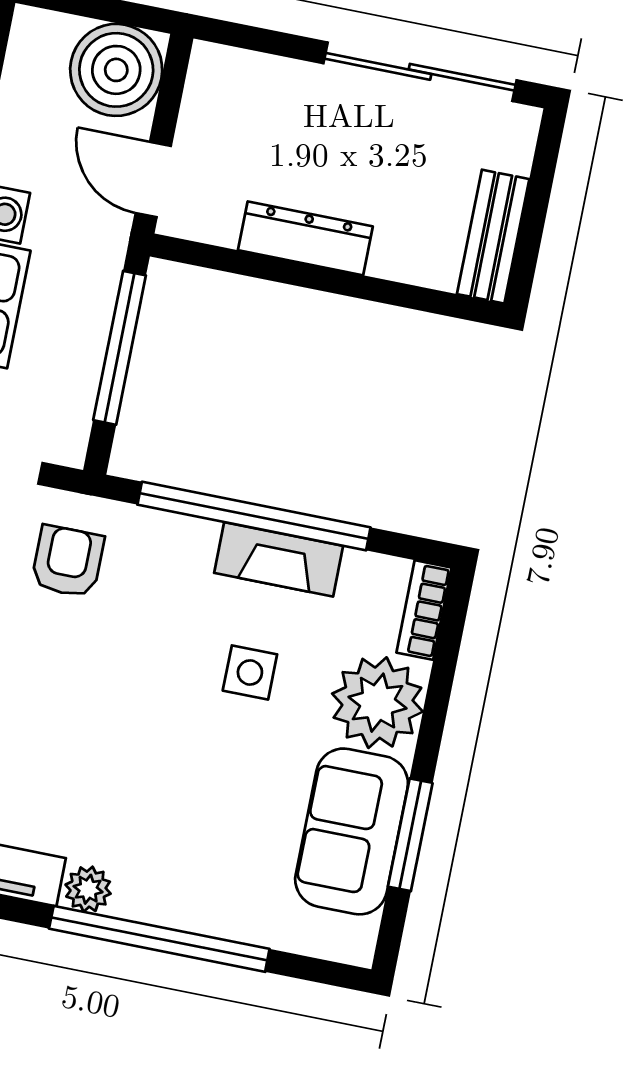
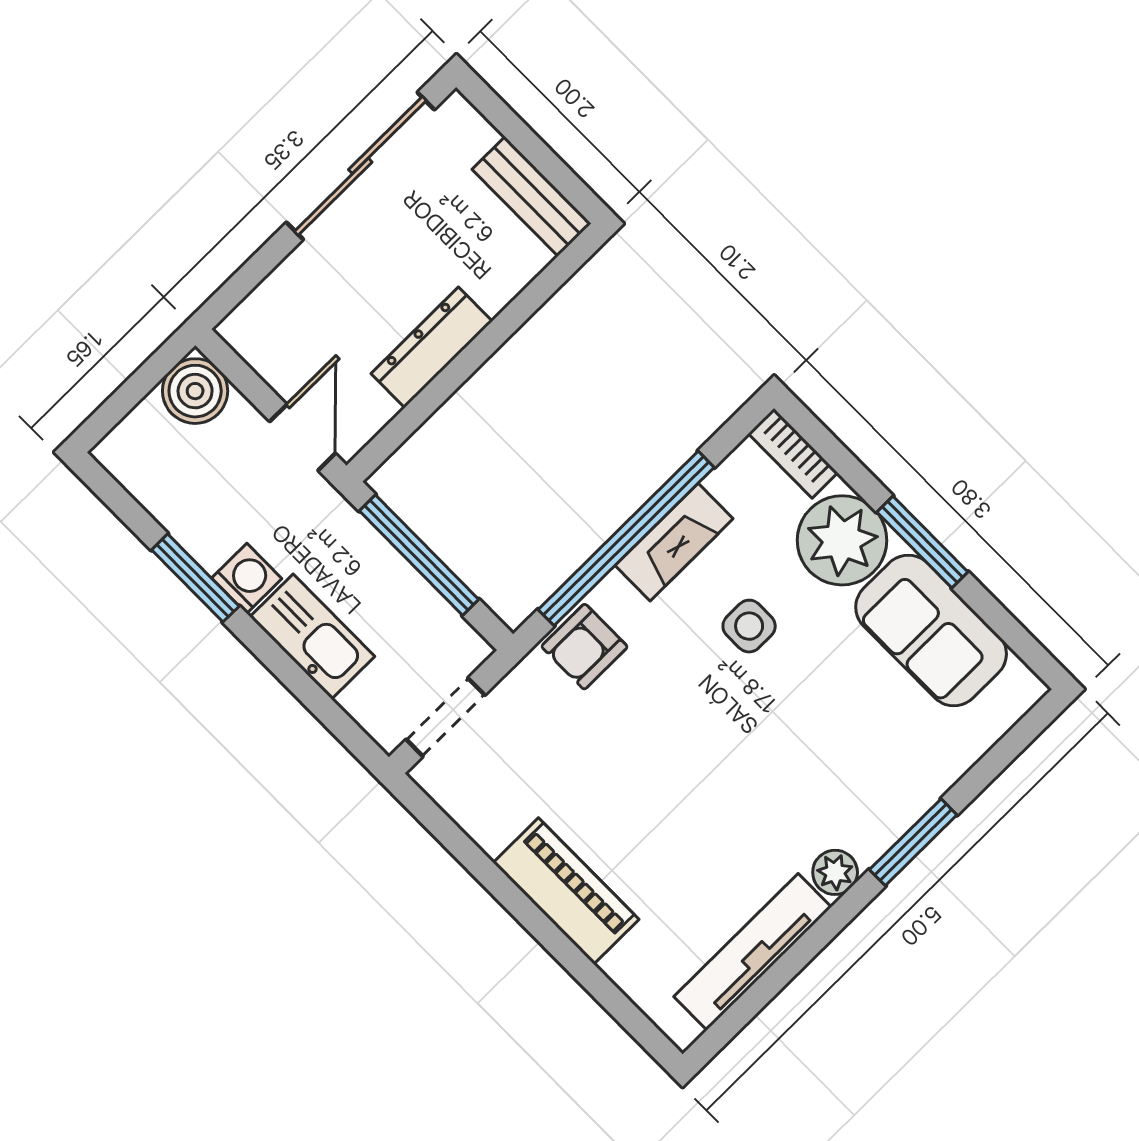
boiler: (116, 70) -> (195, 391), width x0.73, depth x0.73
door: (153, 179) -> (303, 437), swing flipped
armchair: (68, 561) -> (584, 647), moved, turned -90
window: (410, 835) -> (922, 542), moved
window: (159, 939) -> (913, 842), width x0.47

